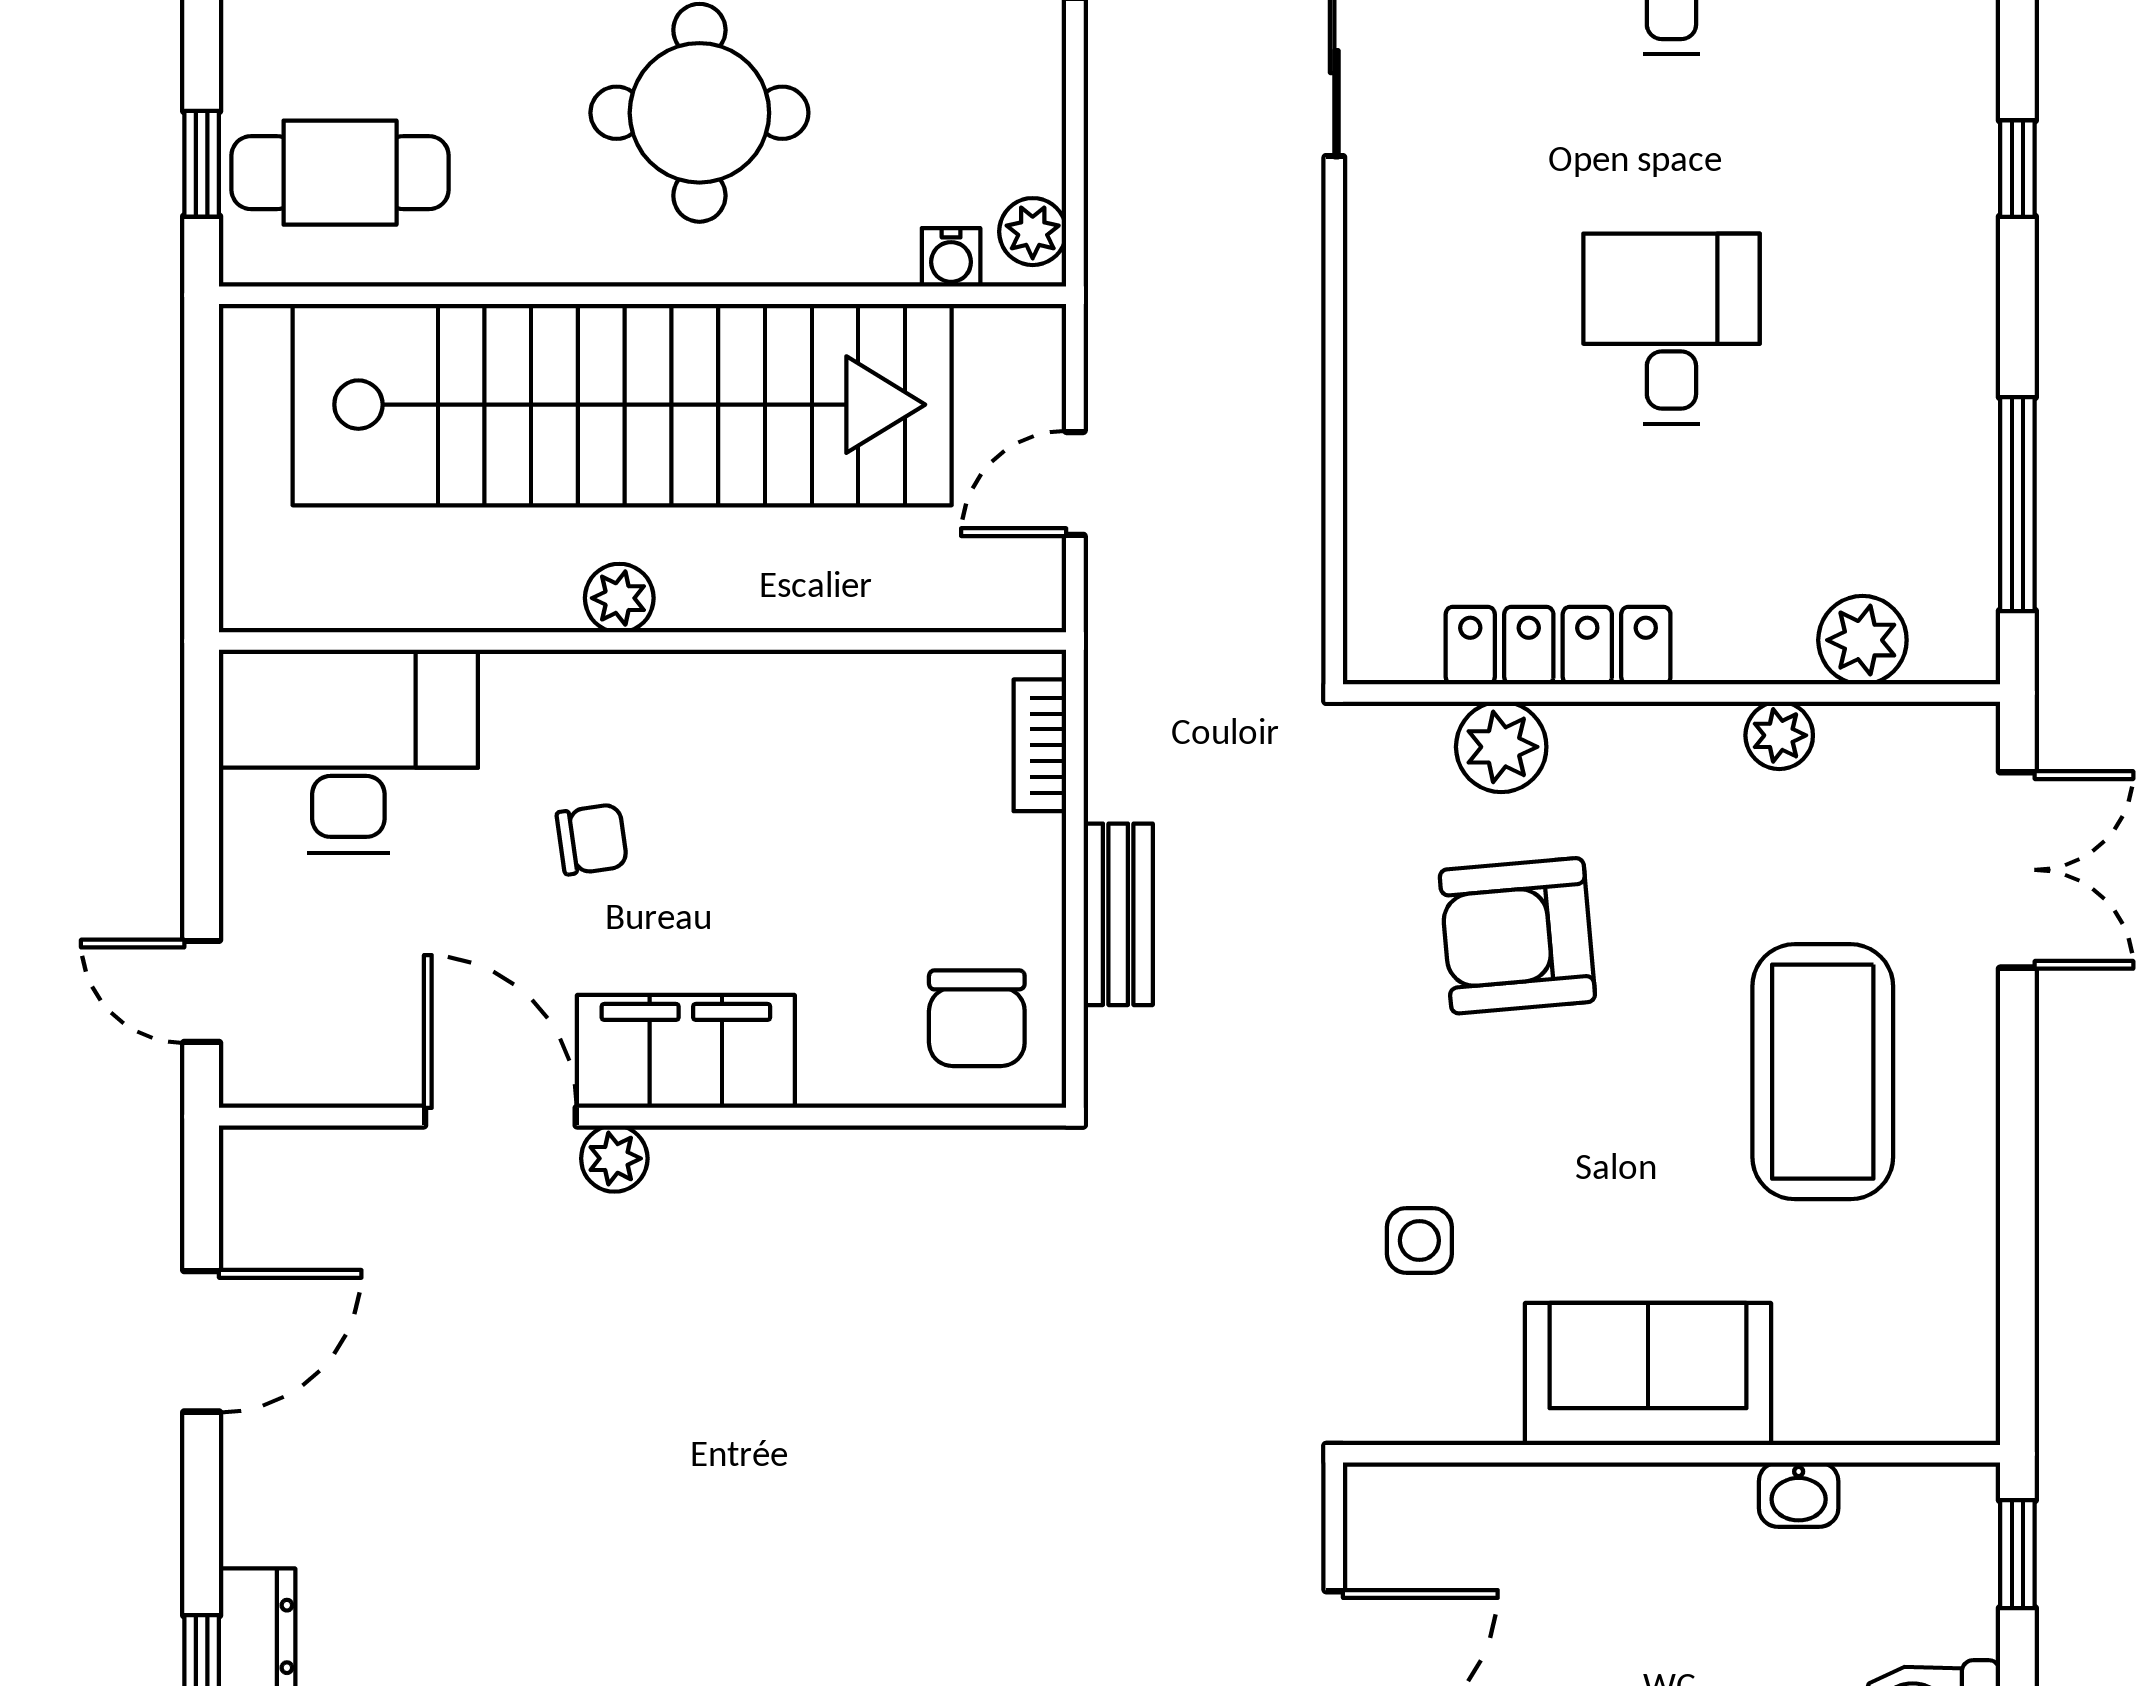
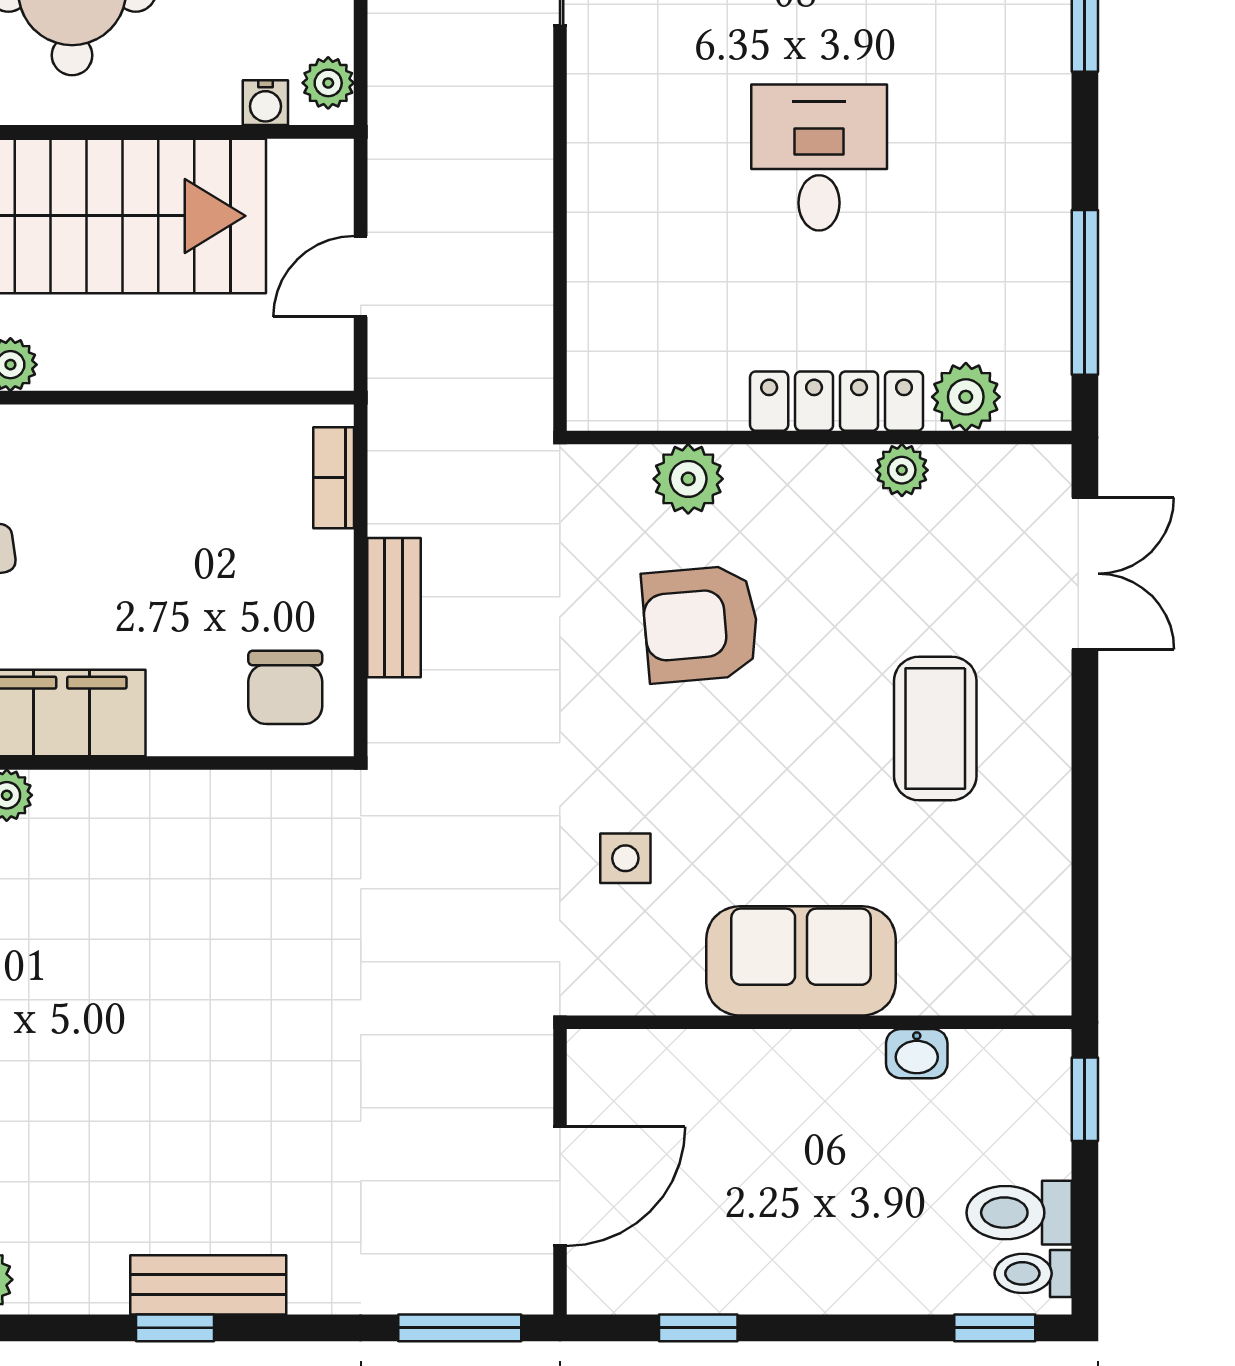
locker: (1558, 646) -> (837, 401), moved
coffee table: (1823, 1072) -> (935, 728), width x0.73, depth x0.76

